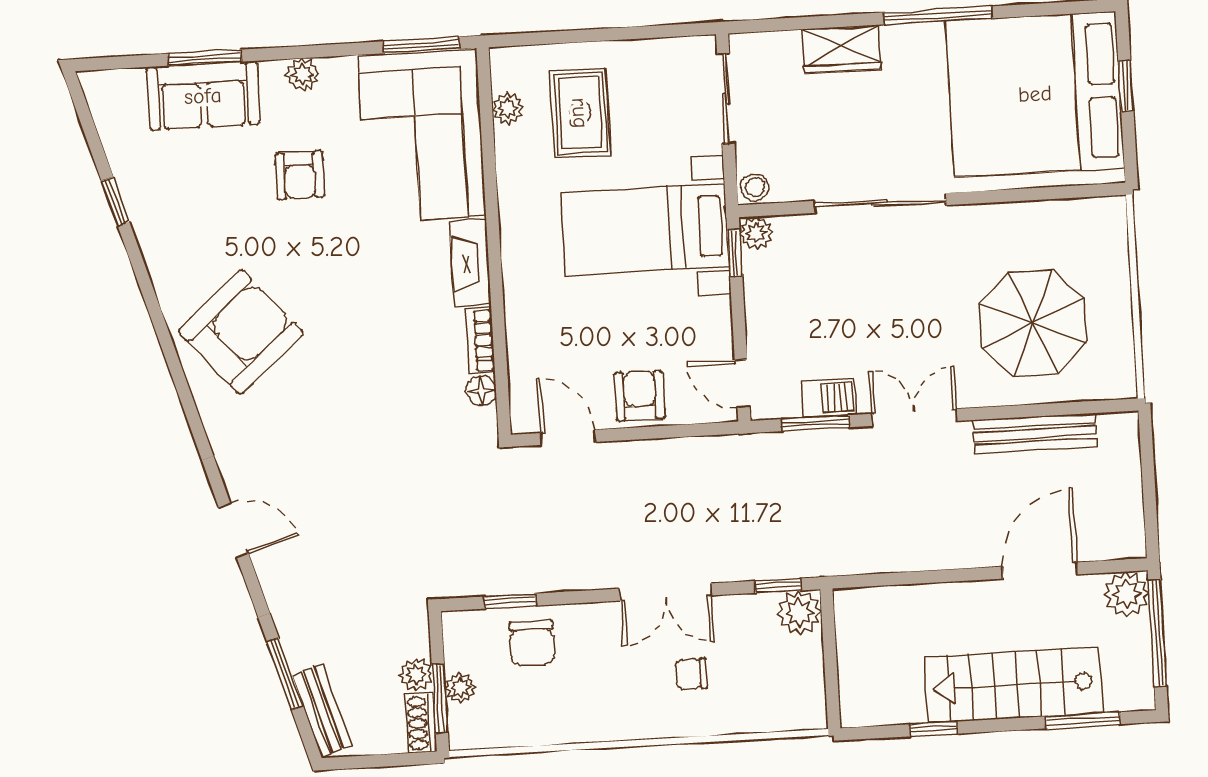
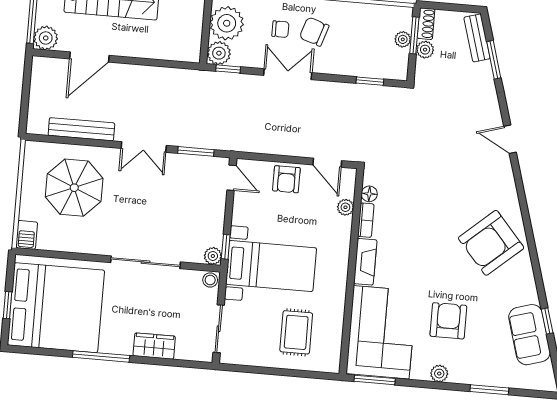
sofa: (203, 96) -> (529, 335), moved, turned -106
plant: (508, 109) -> (345, 207), moved
armchair: (300, 175) -> (448, 321), width x1.38, depth x1.38
barbecue: (829, 398) -> (27, 235), moved, turned -90
chair: (532, 643) -> (314, 32), moved, turned -72
plant: (793, 670) -> (227, 23), added

